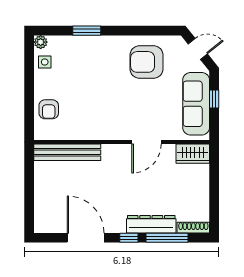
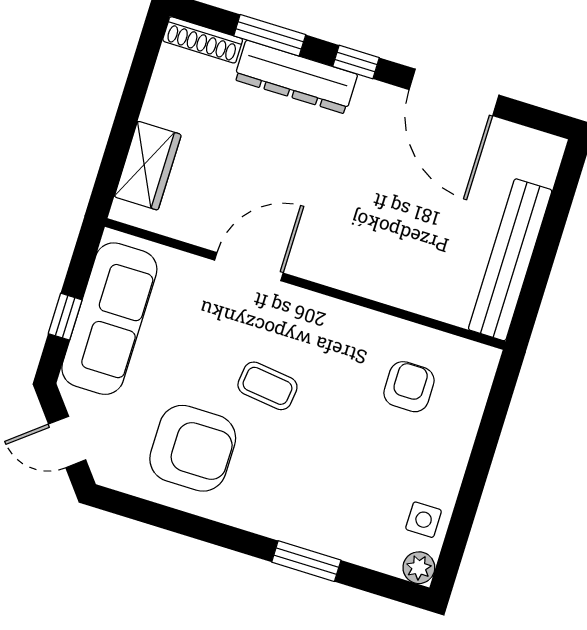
coffee table: (124, 96) -> (267, 386), added
armchair: (49, 109) -> (409, 387), moved
bench: (67, 152) -> (510, 260), moved, turned 90
wardrobe: (193, 154) -> (148, 166), moved, turned 90
window: (167, 238) -> (270, 35), width x0.69

